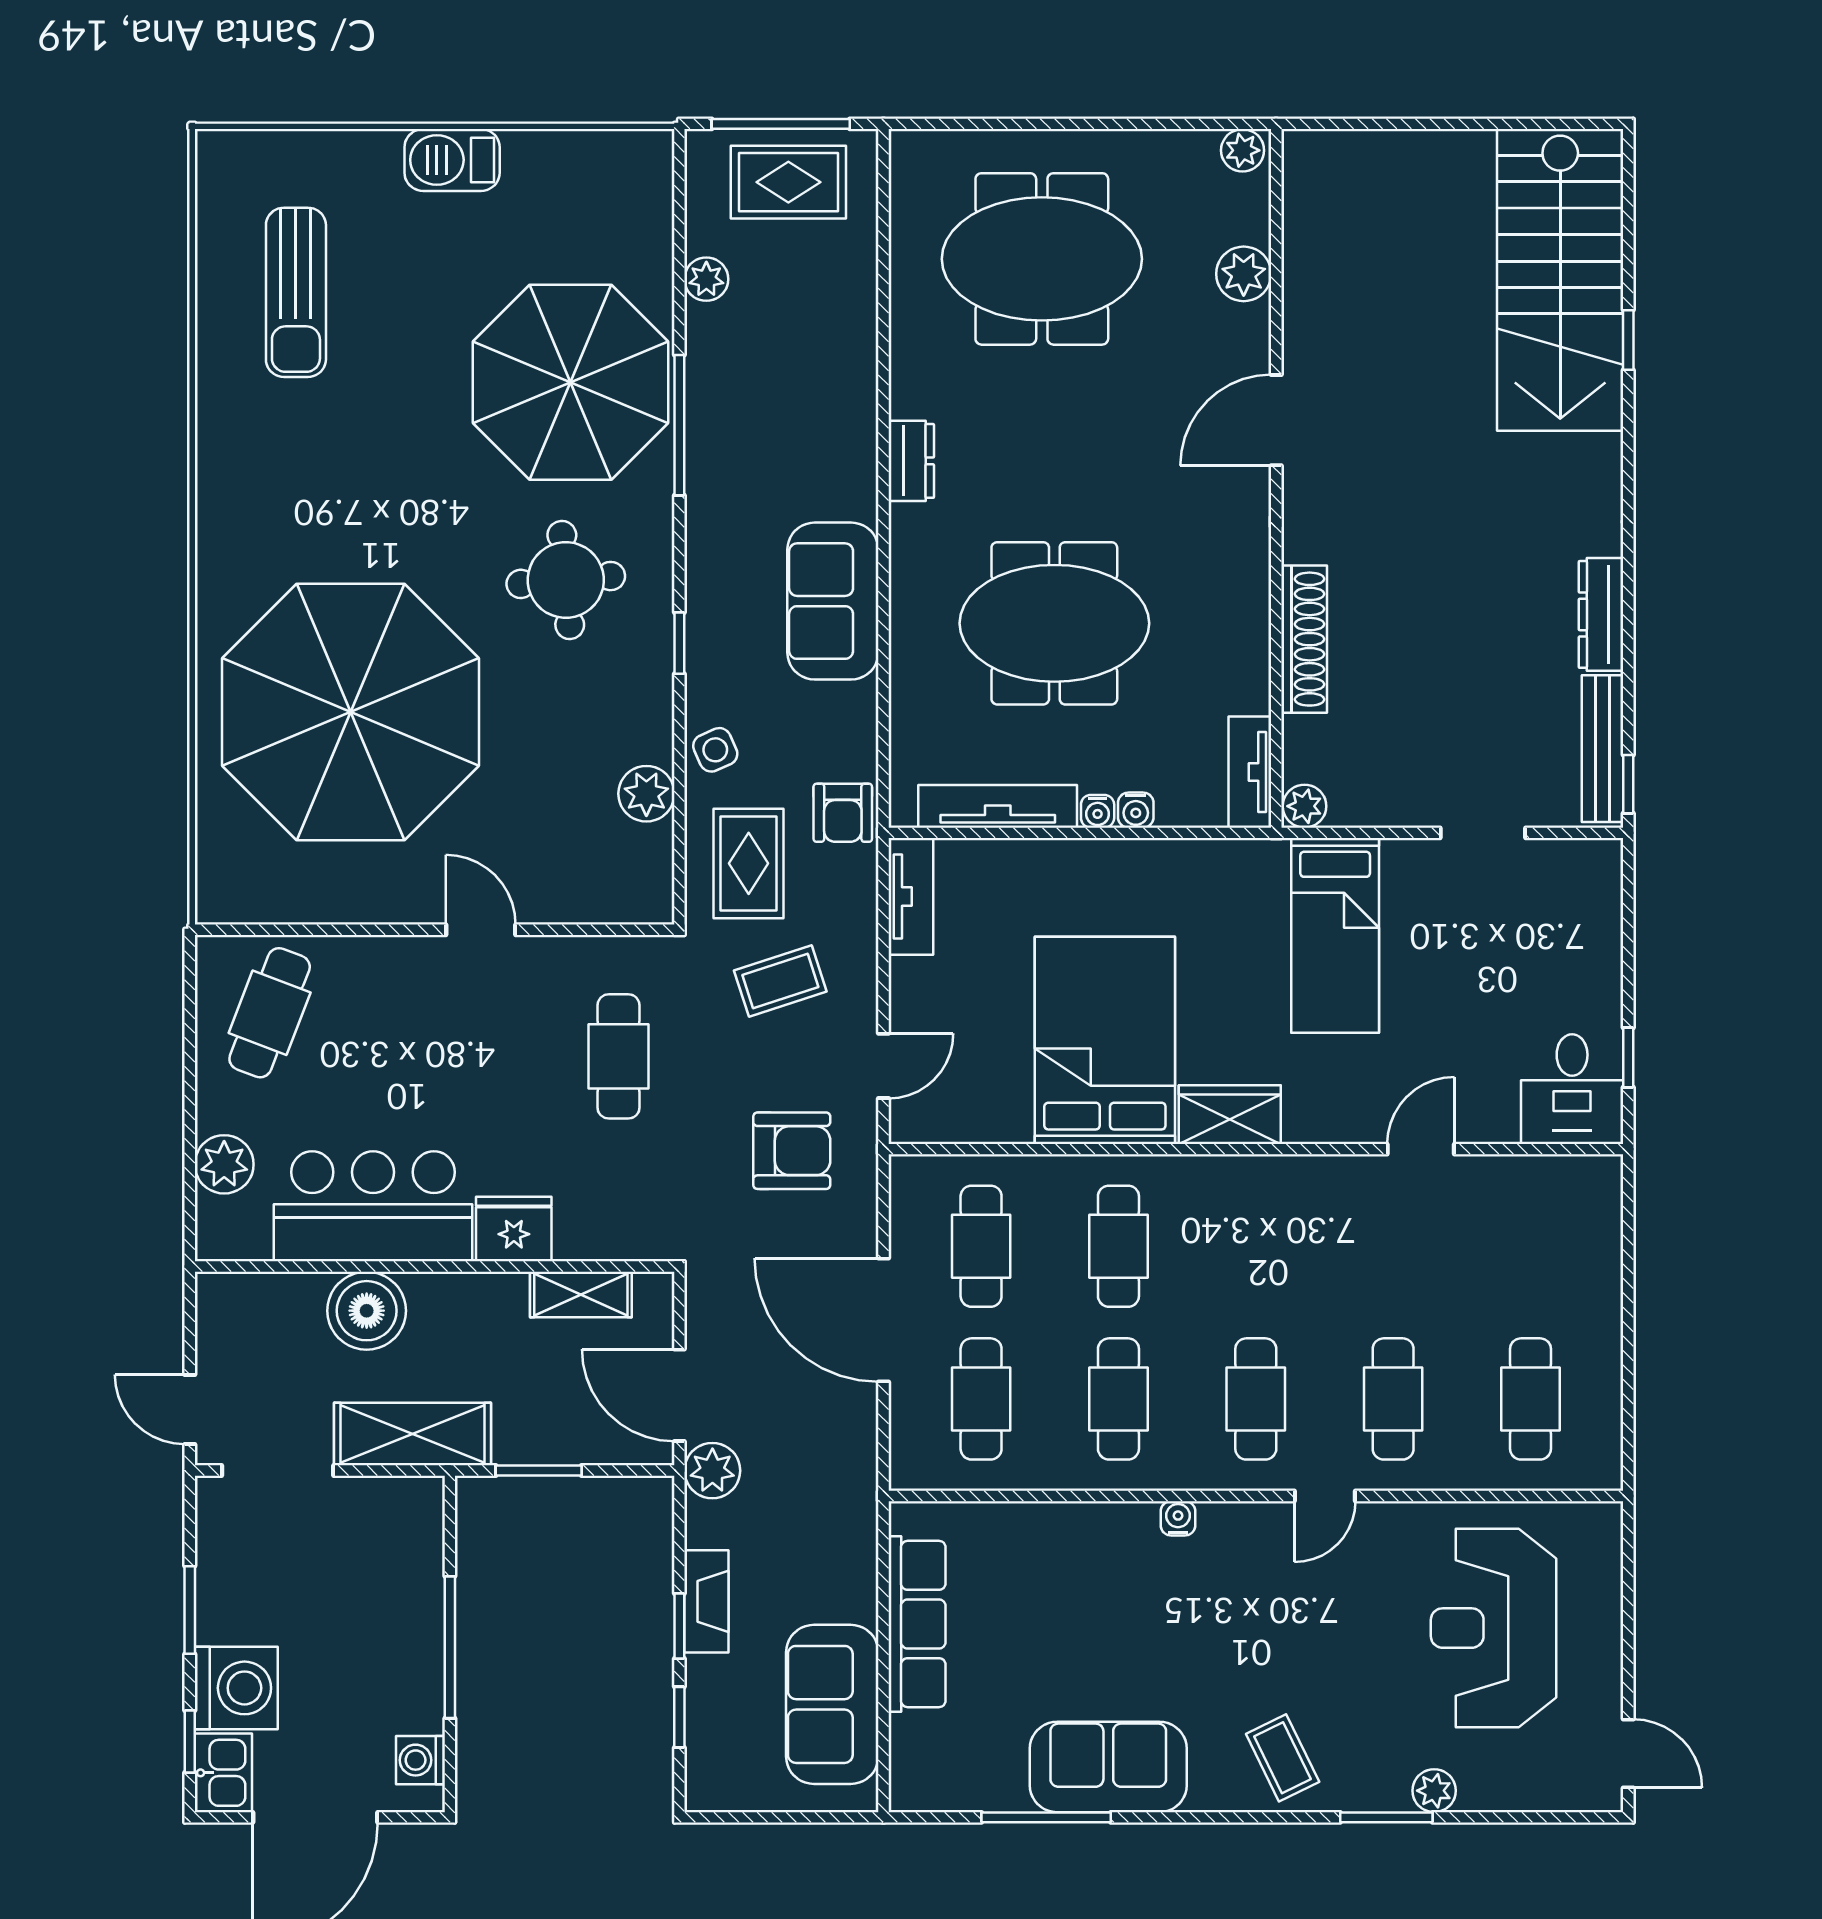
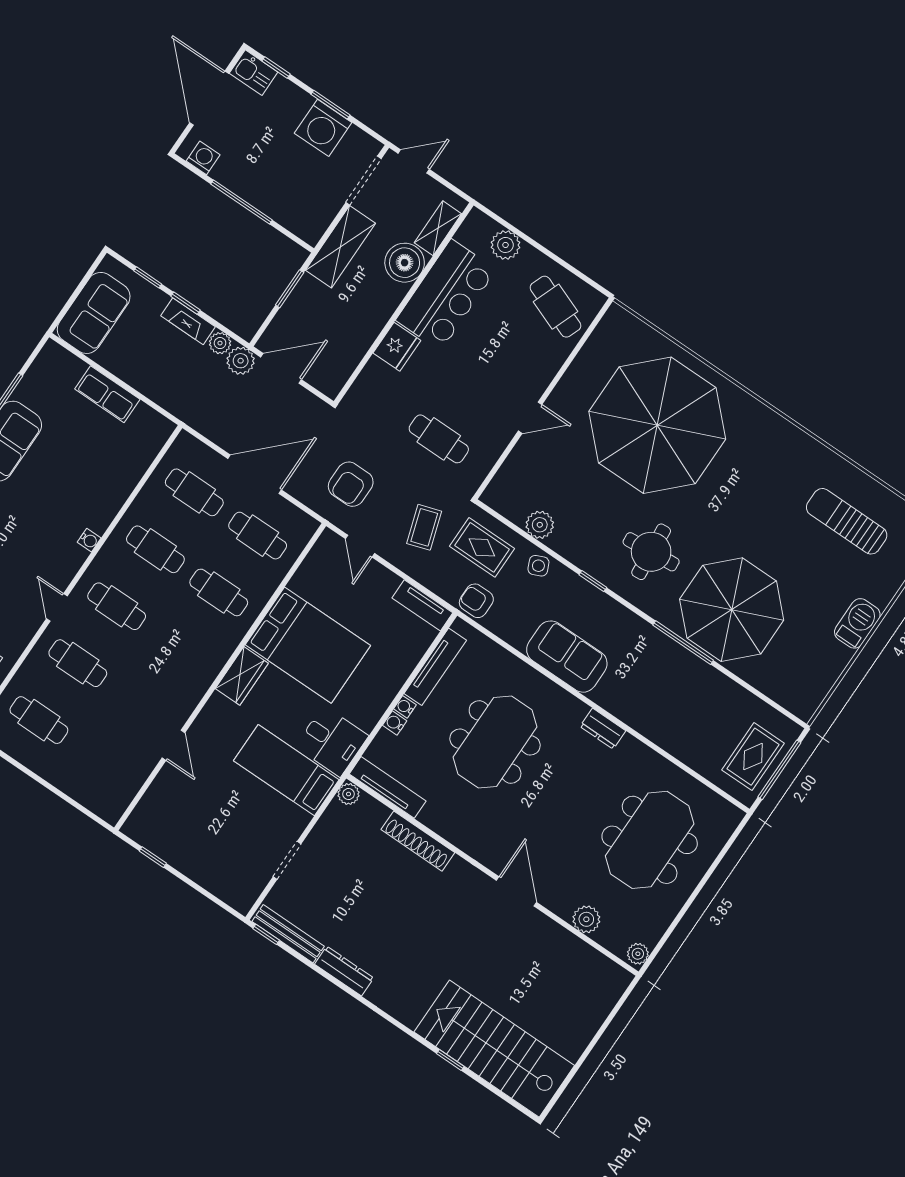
plant: (706, 279) -> (220, 343), moved
tv unit: (1250, 772) -> (388, 787), width x1.41
desk: (1572, 1089) -> (332, 741), moved, turned 180
shelving: (581, 1294) -> (438, 228), moved
row of seats: (917, 1624) -> (107, 394), width x0.68
washing machine: (236, 1688) -> (323, 128), moved
sofa: (832, 1704) -> (94, 313), moved, turned 90

